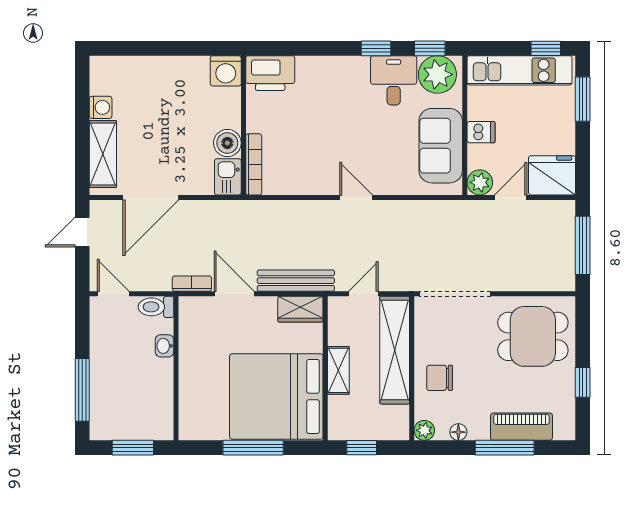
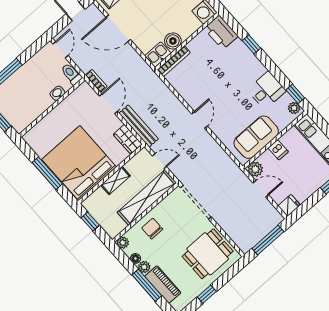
window: (376, 48) -> (251, 44), moved
plant: (437, 74) -> (294, 108), width x0.53, depth x0.53
fridge: (552, 175) -> (289, 205), width x0.53, depth x0.75
dining table: (533, 336) -> (208, 254), turned 90
plant: (479, 430) -> (144, 267), added

